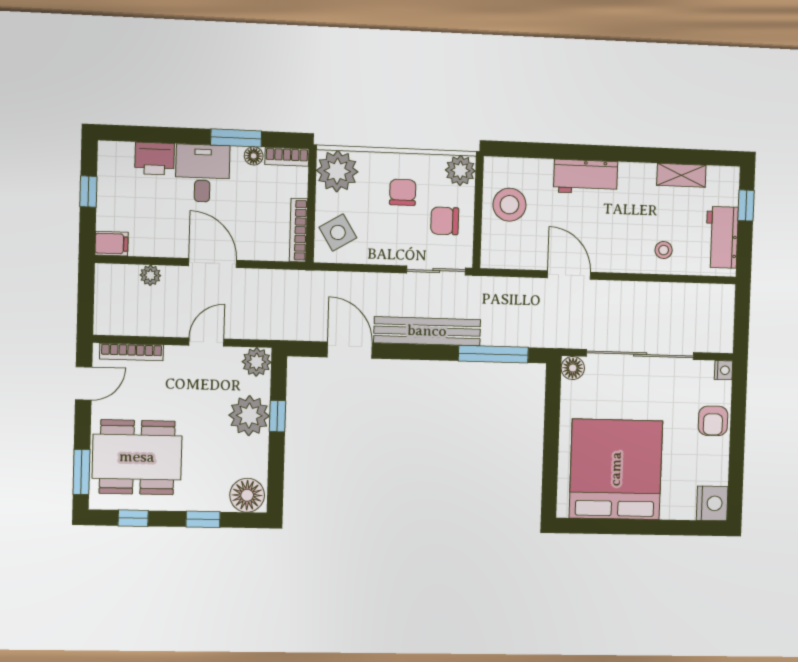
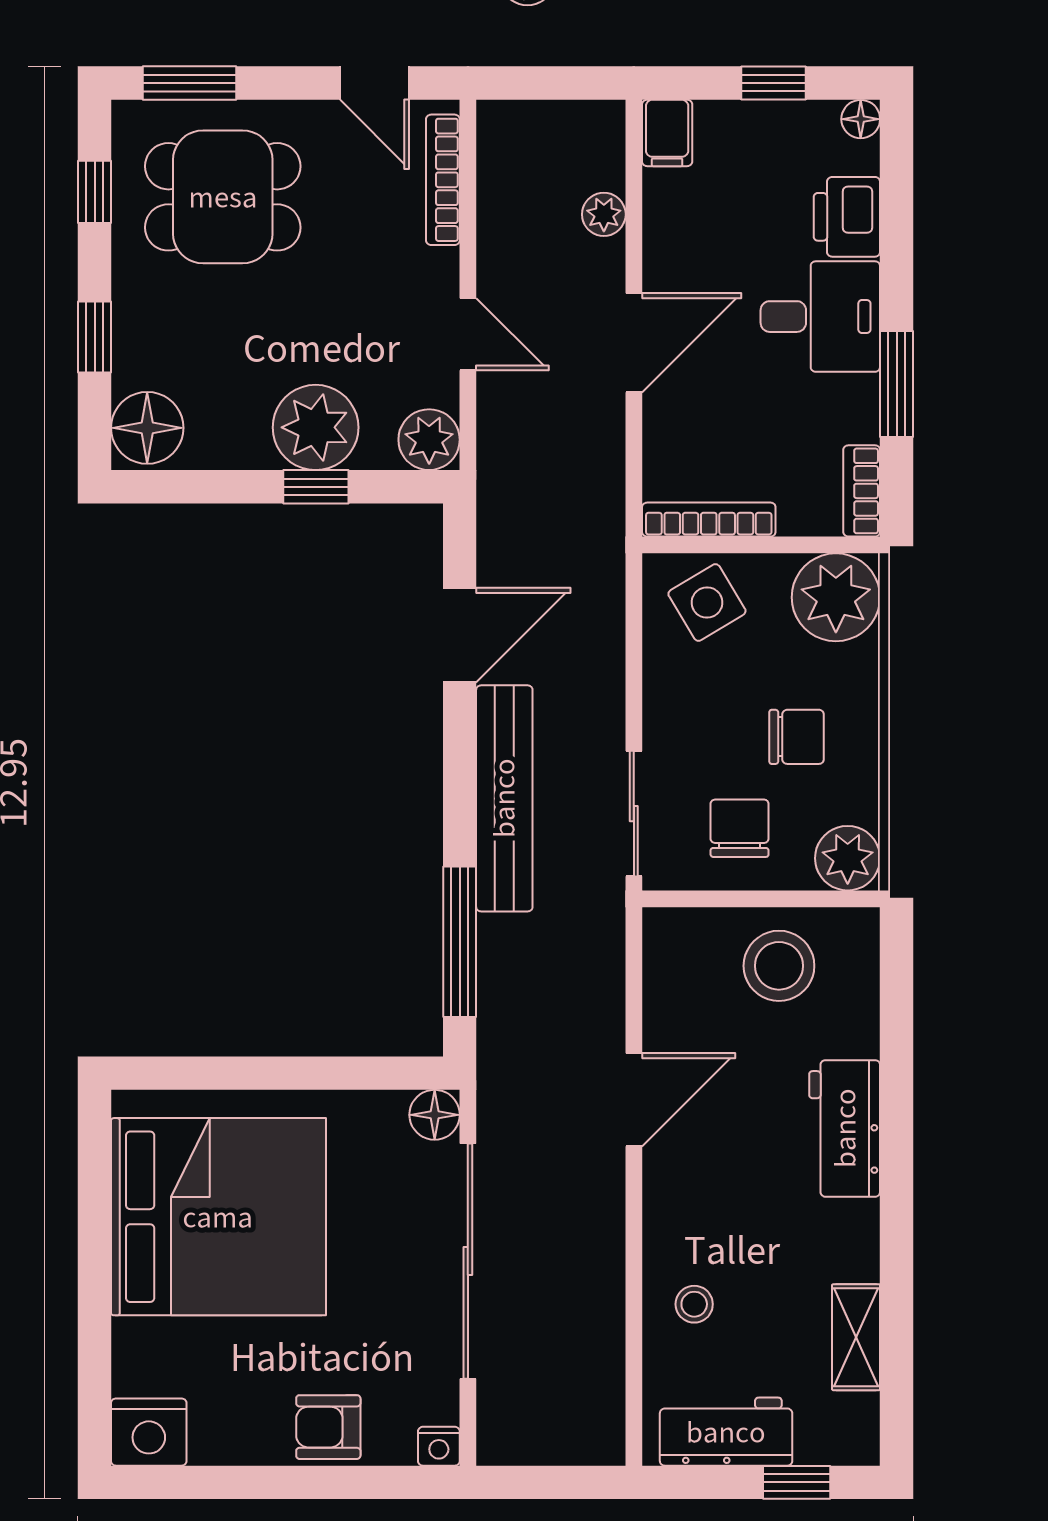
floor lamp: (254, 156) -> (861, 119), moved
dining table: (137, 457) -> (223, 197), width x0.73

